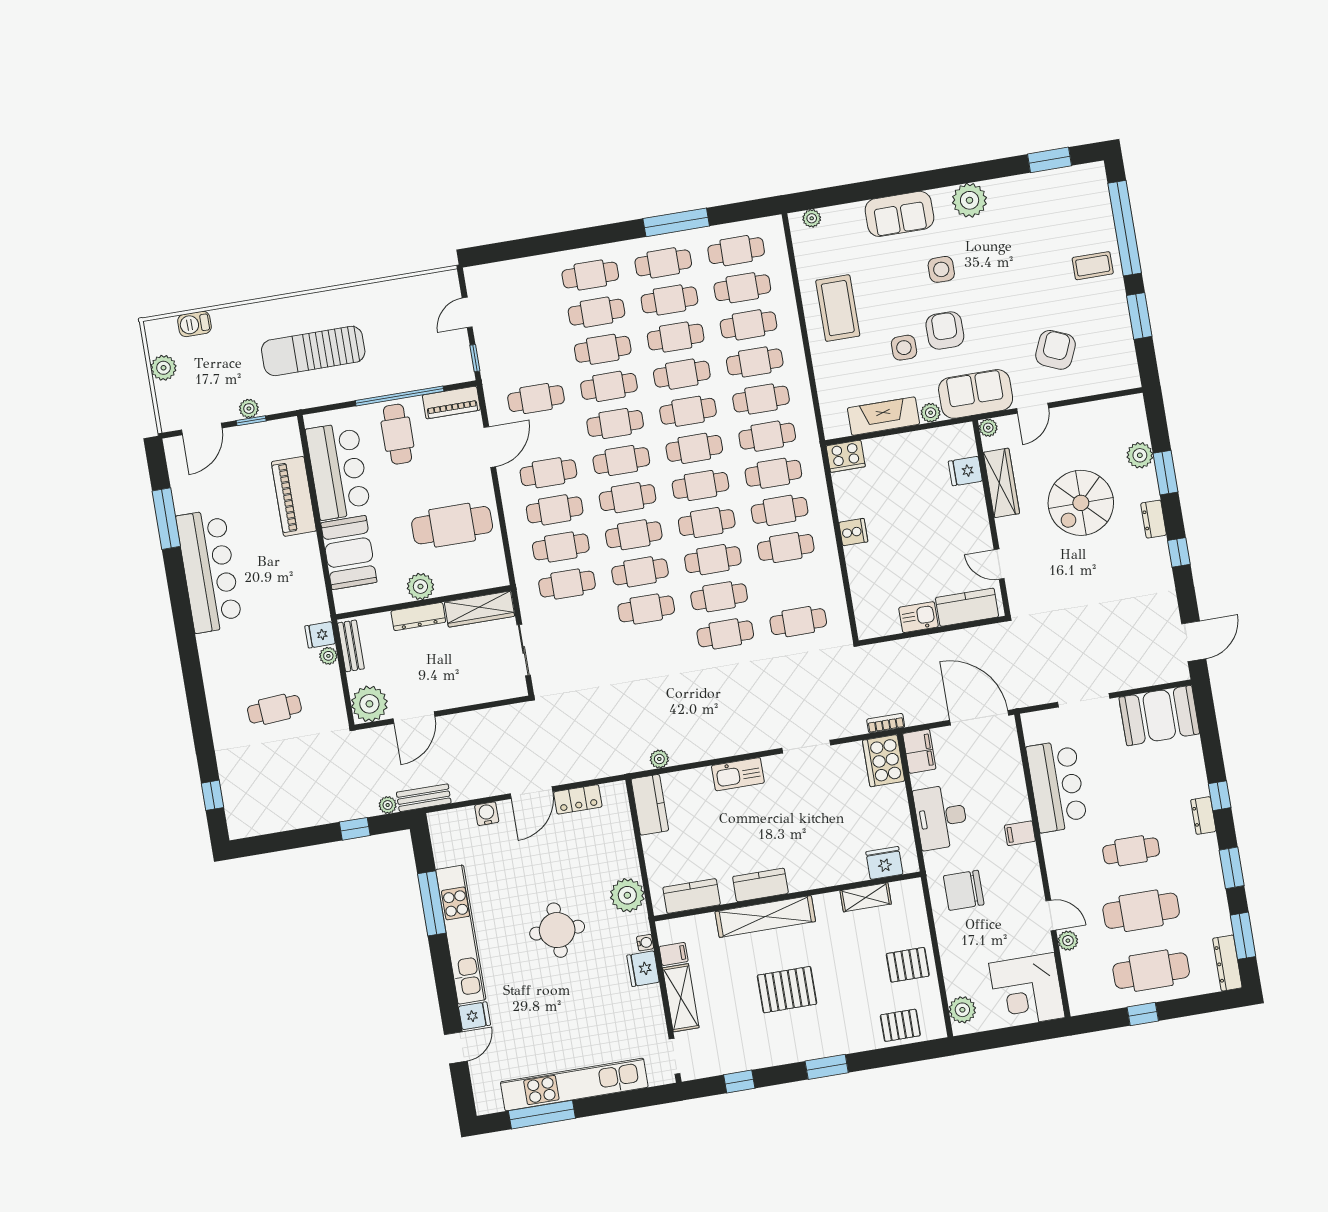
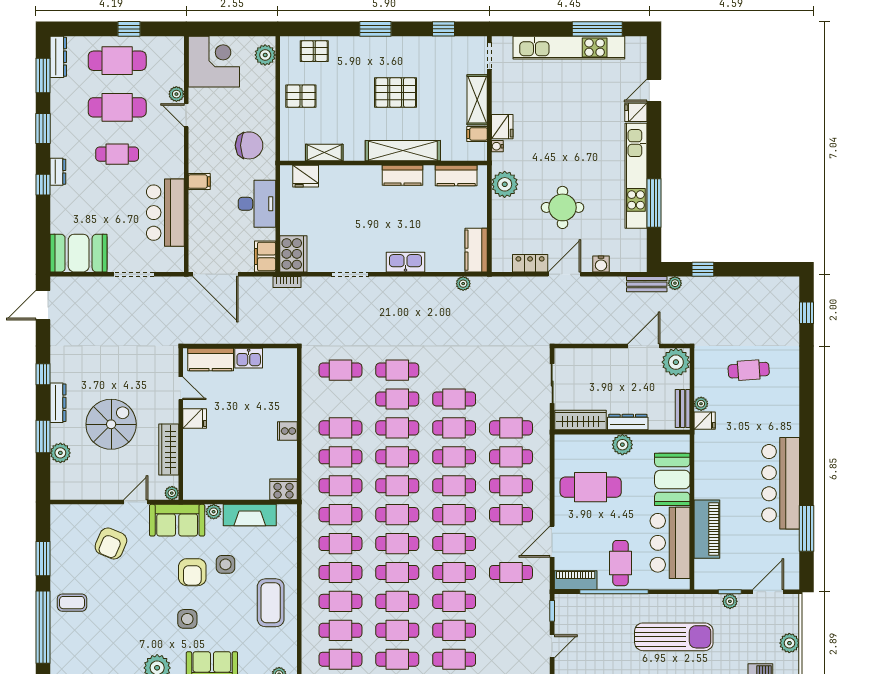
fridge: (965, 471) -> (195, 418), moved
dresser: (1154, 519) -> (58, 403), width x1.44
round table: (557, 930) -> (562, 207), moved

